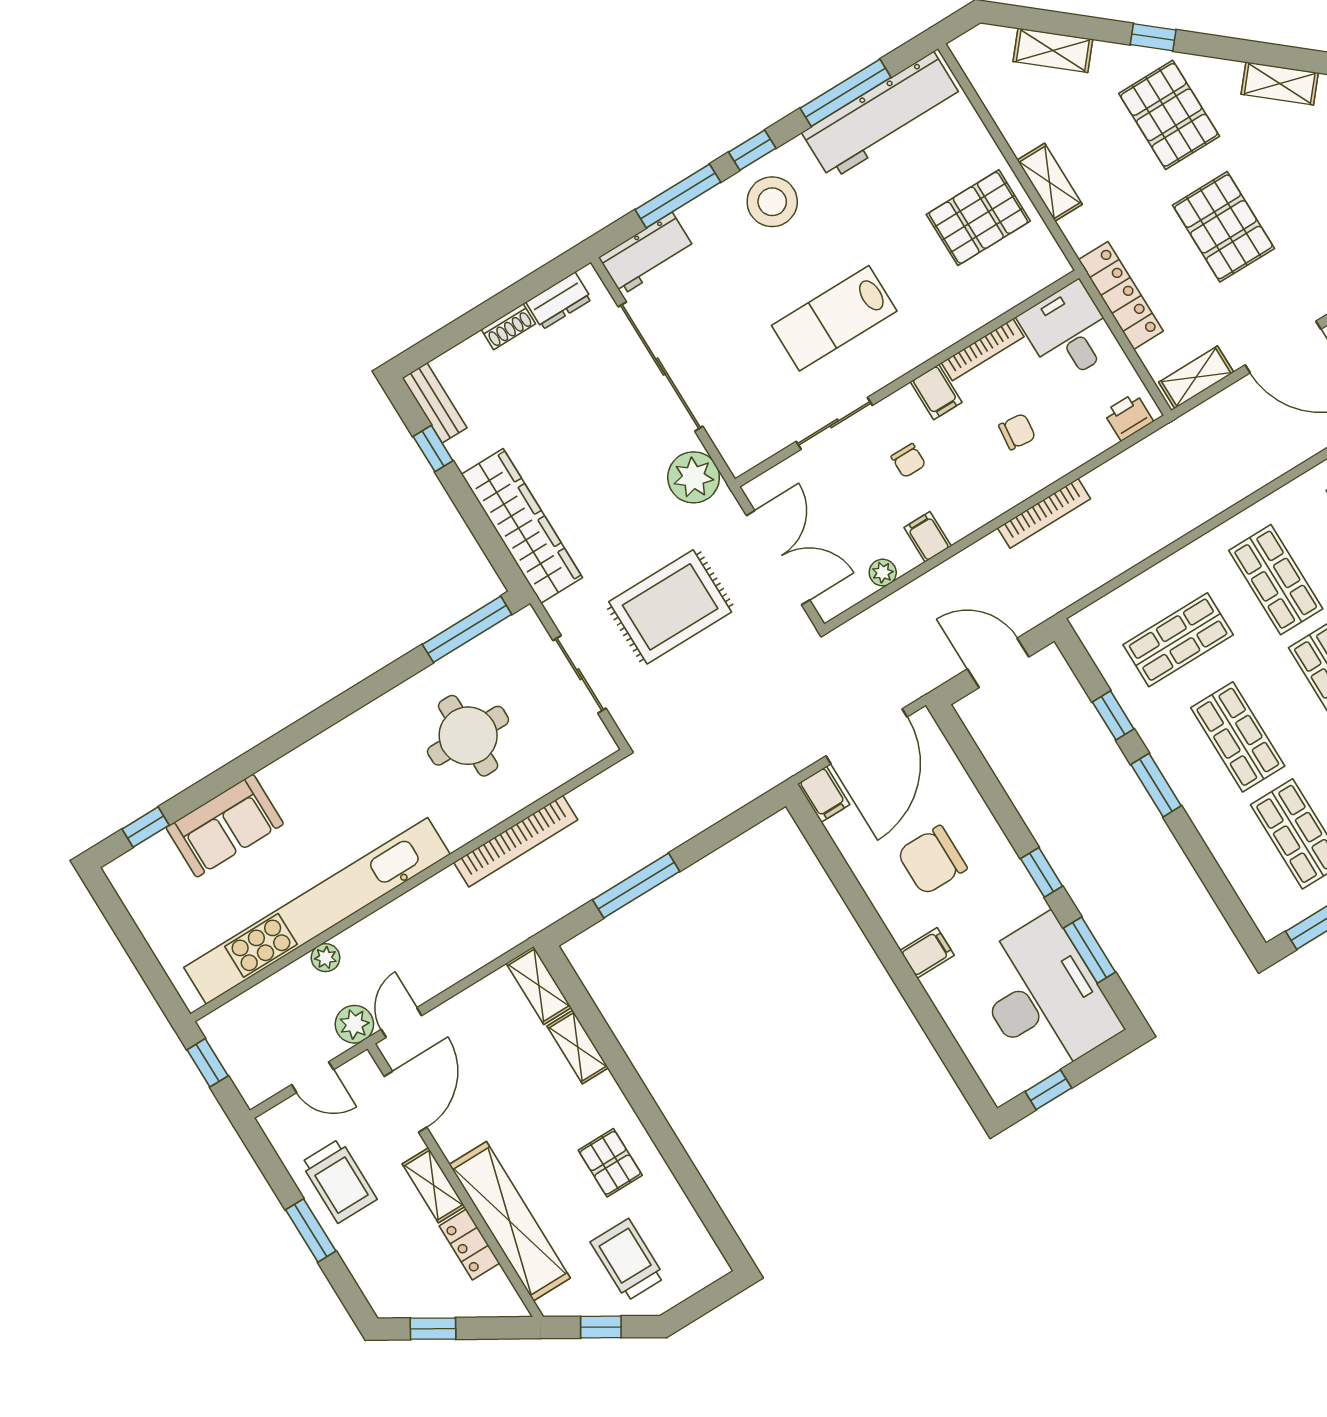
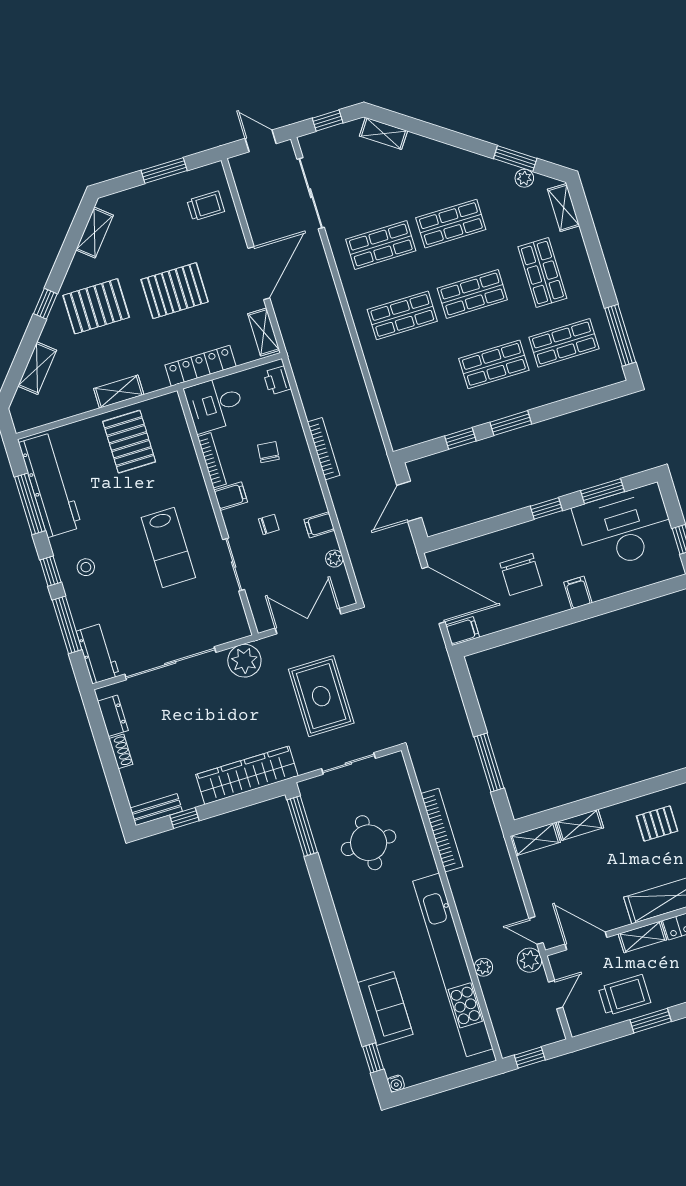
stool: (772, 202) -> (86, 567), width x0.53, depth x0.53
shop shelf: (1178, 640) -> (424, 386), removed
water cooler: (116, 871) -> (396, 1083), added

